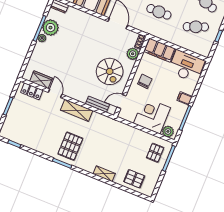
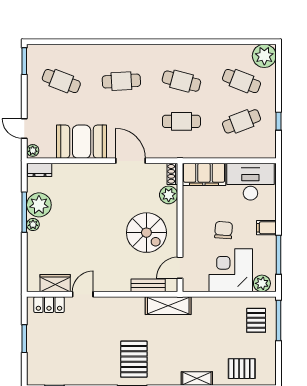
chair: (145, 81) -> (224, 230), moved
door: (55, 93) -> (83, 294), hinge flipped
shelving: (77, 110) -> (168, 306), moved

